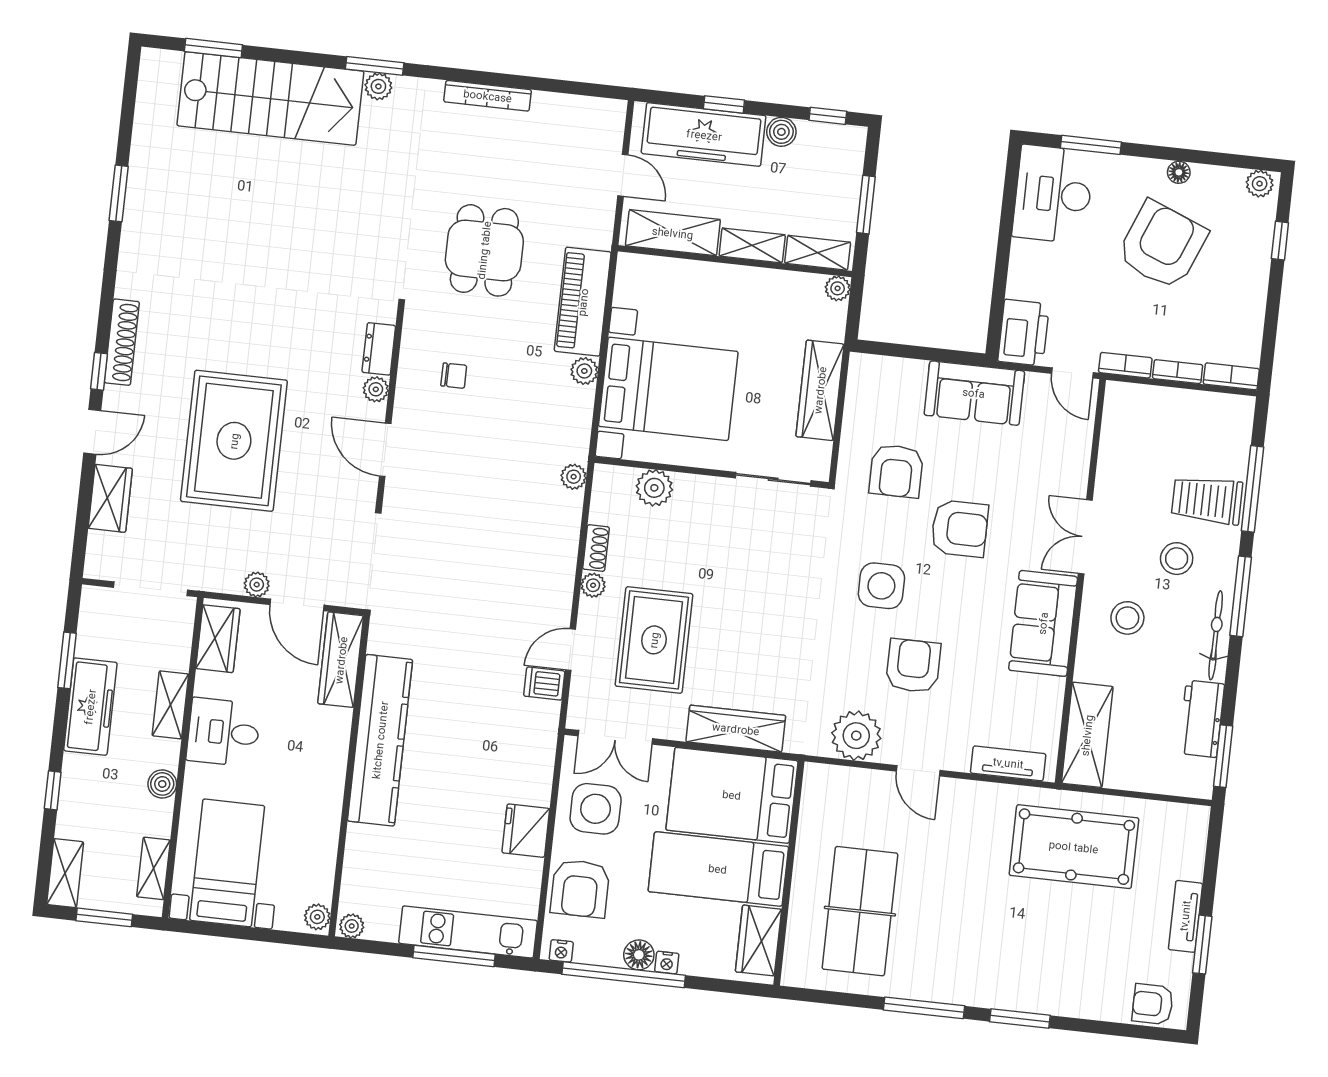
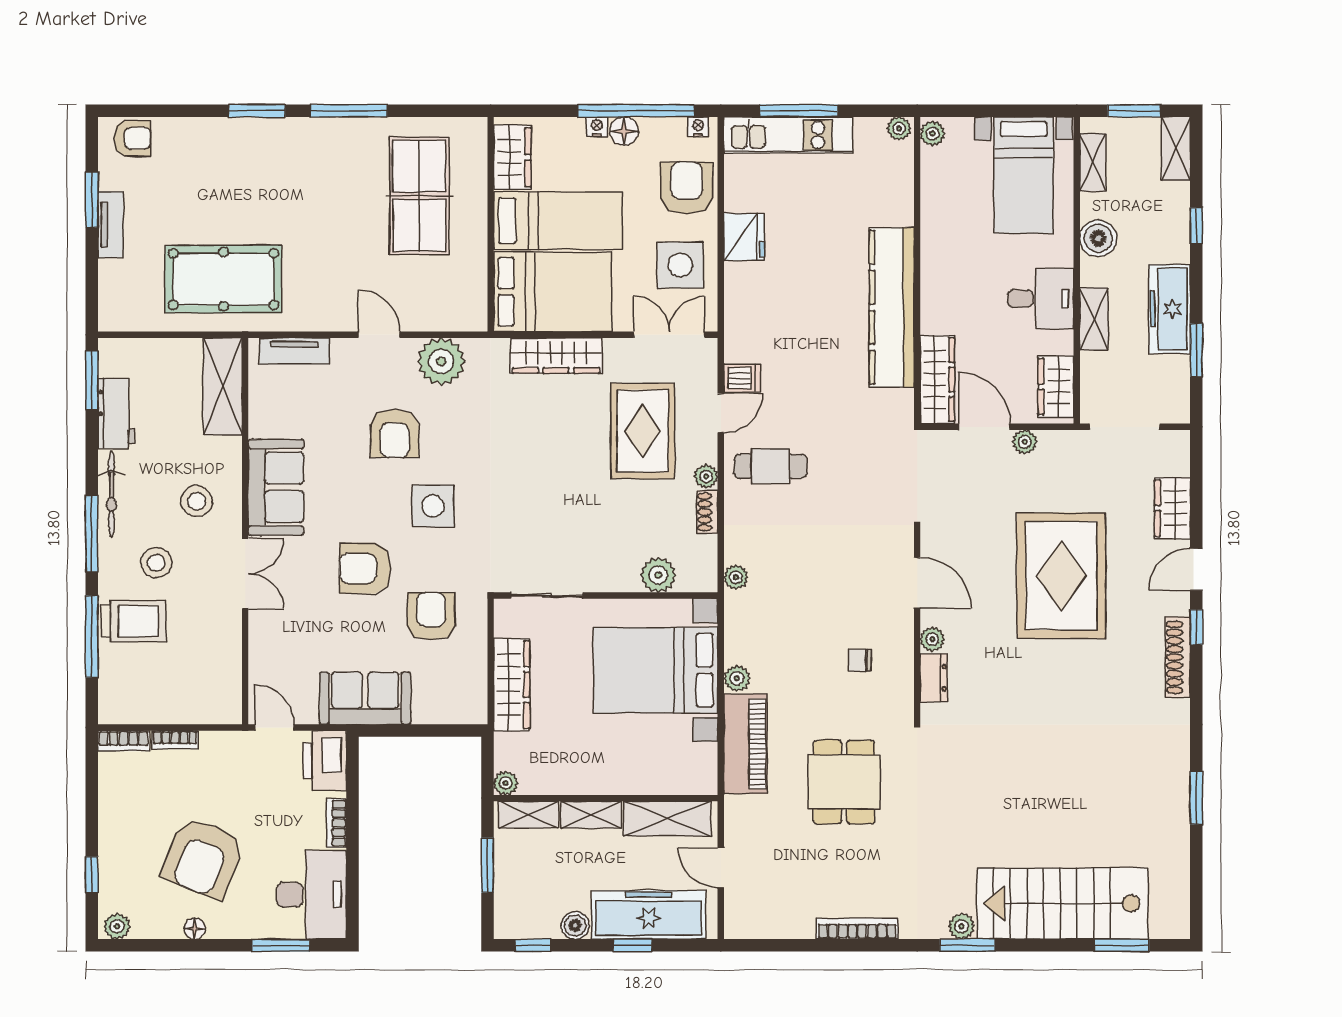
bookcase: (1125, 365) -> (337, 823), moved, turned 90
cafe table: (525, 589) -> (771, 466), added
boiler: (162, 784) -> (1098, 238), width x1.36, depth x1.36

